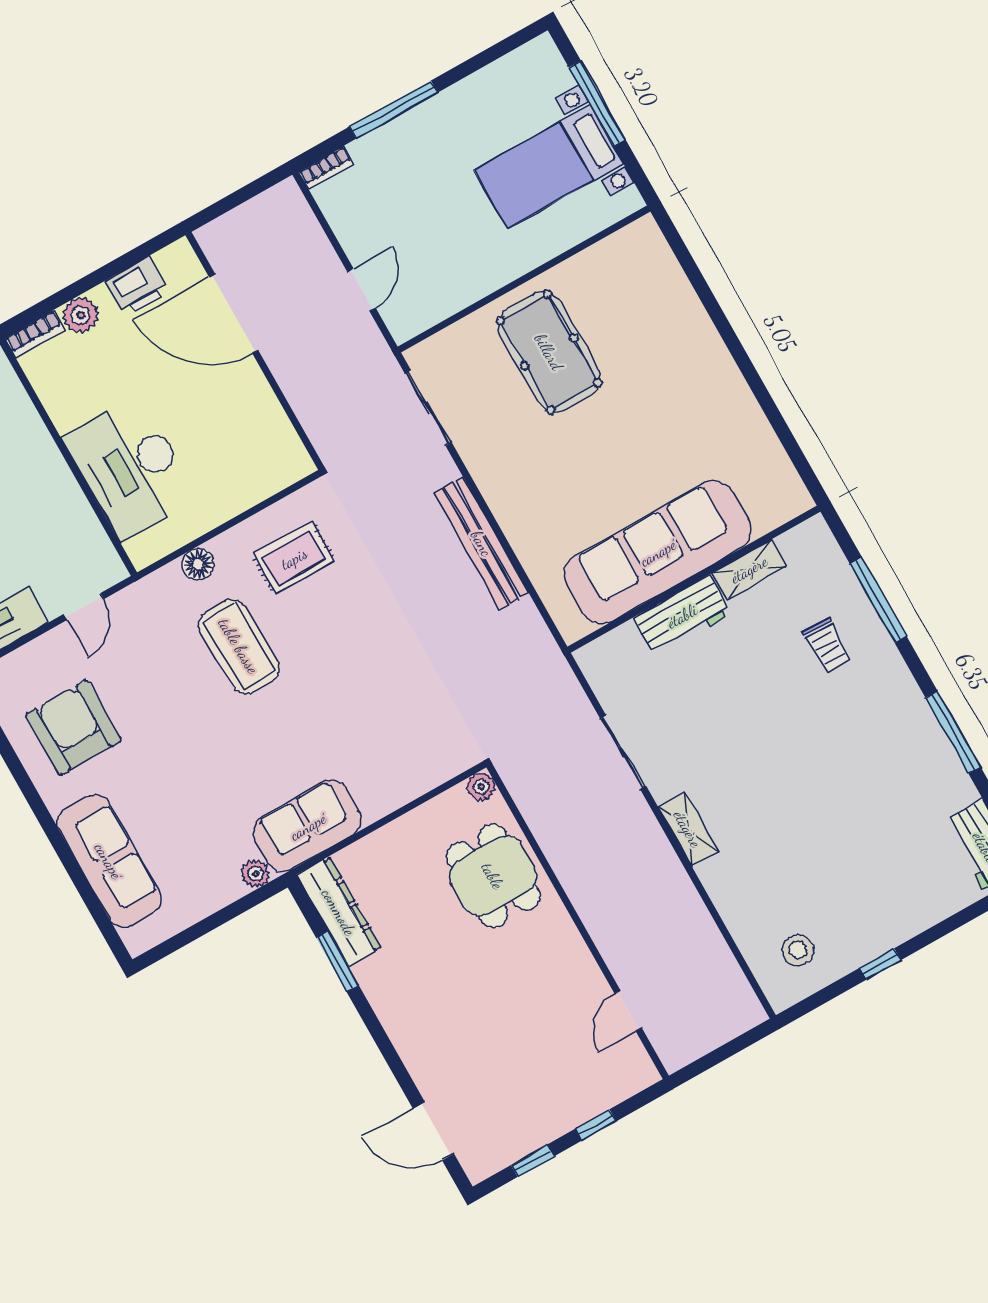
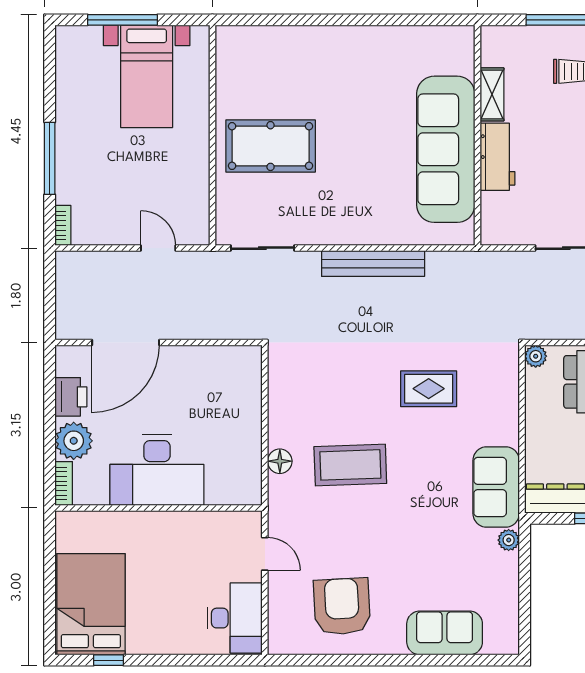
plant: (80, 315) -> (74, 441), width x1.36, depth x1.36
desk: (130, 468) -> (157, 470), moved
rug: (294, 558) -> (429, 389), moved, turned 90
armchair: (74, 728) -> (342, 606), turned 87
sofa: (109, 861) -> (445, 633), width x0.73

